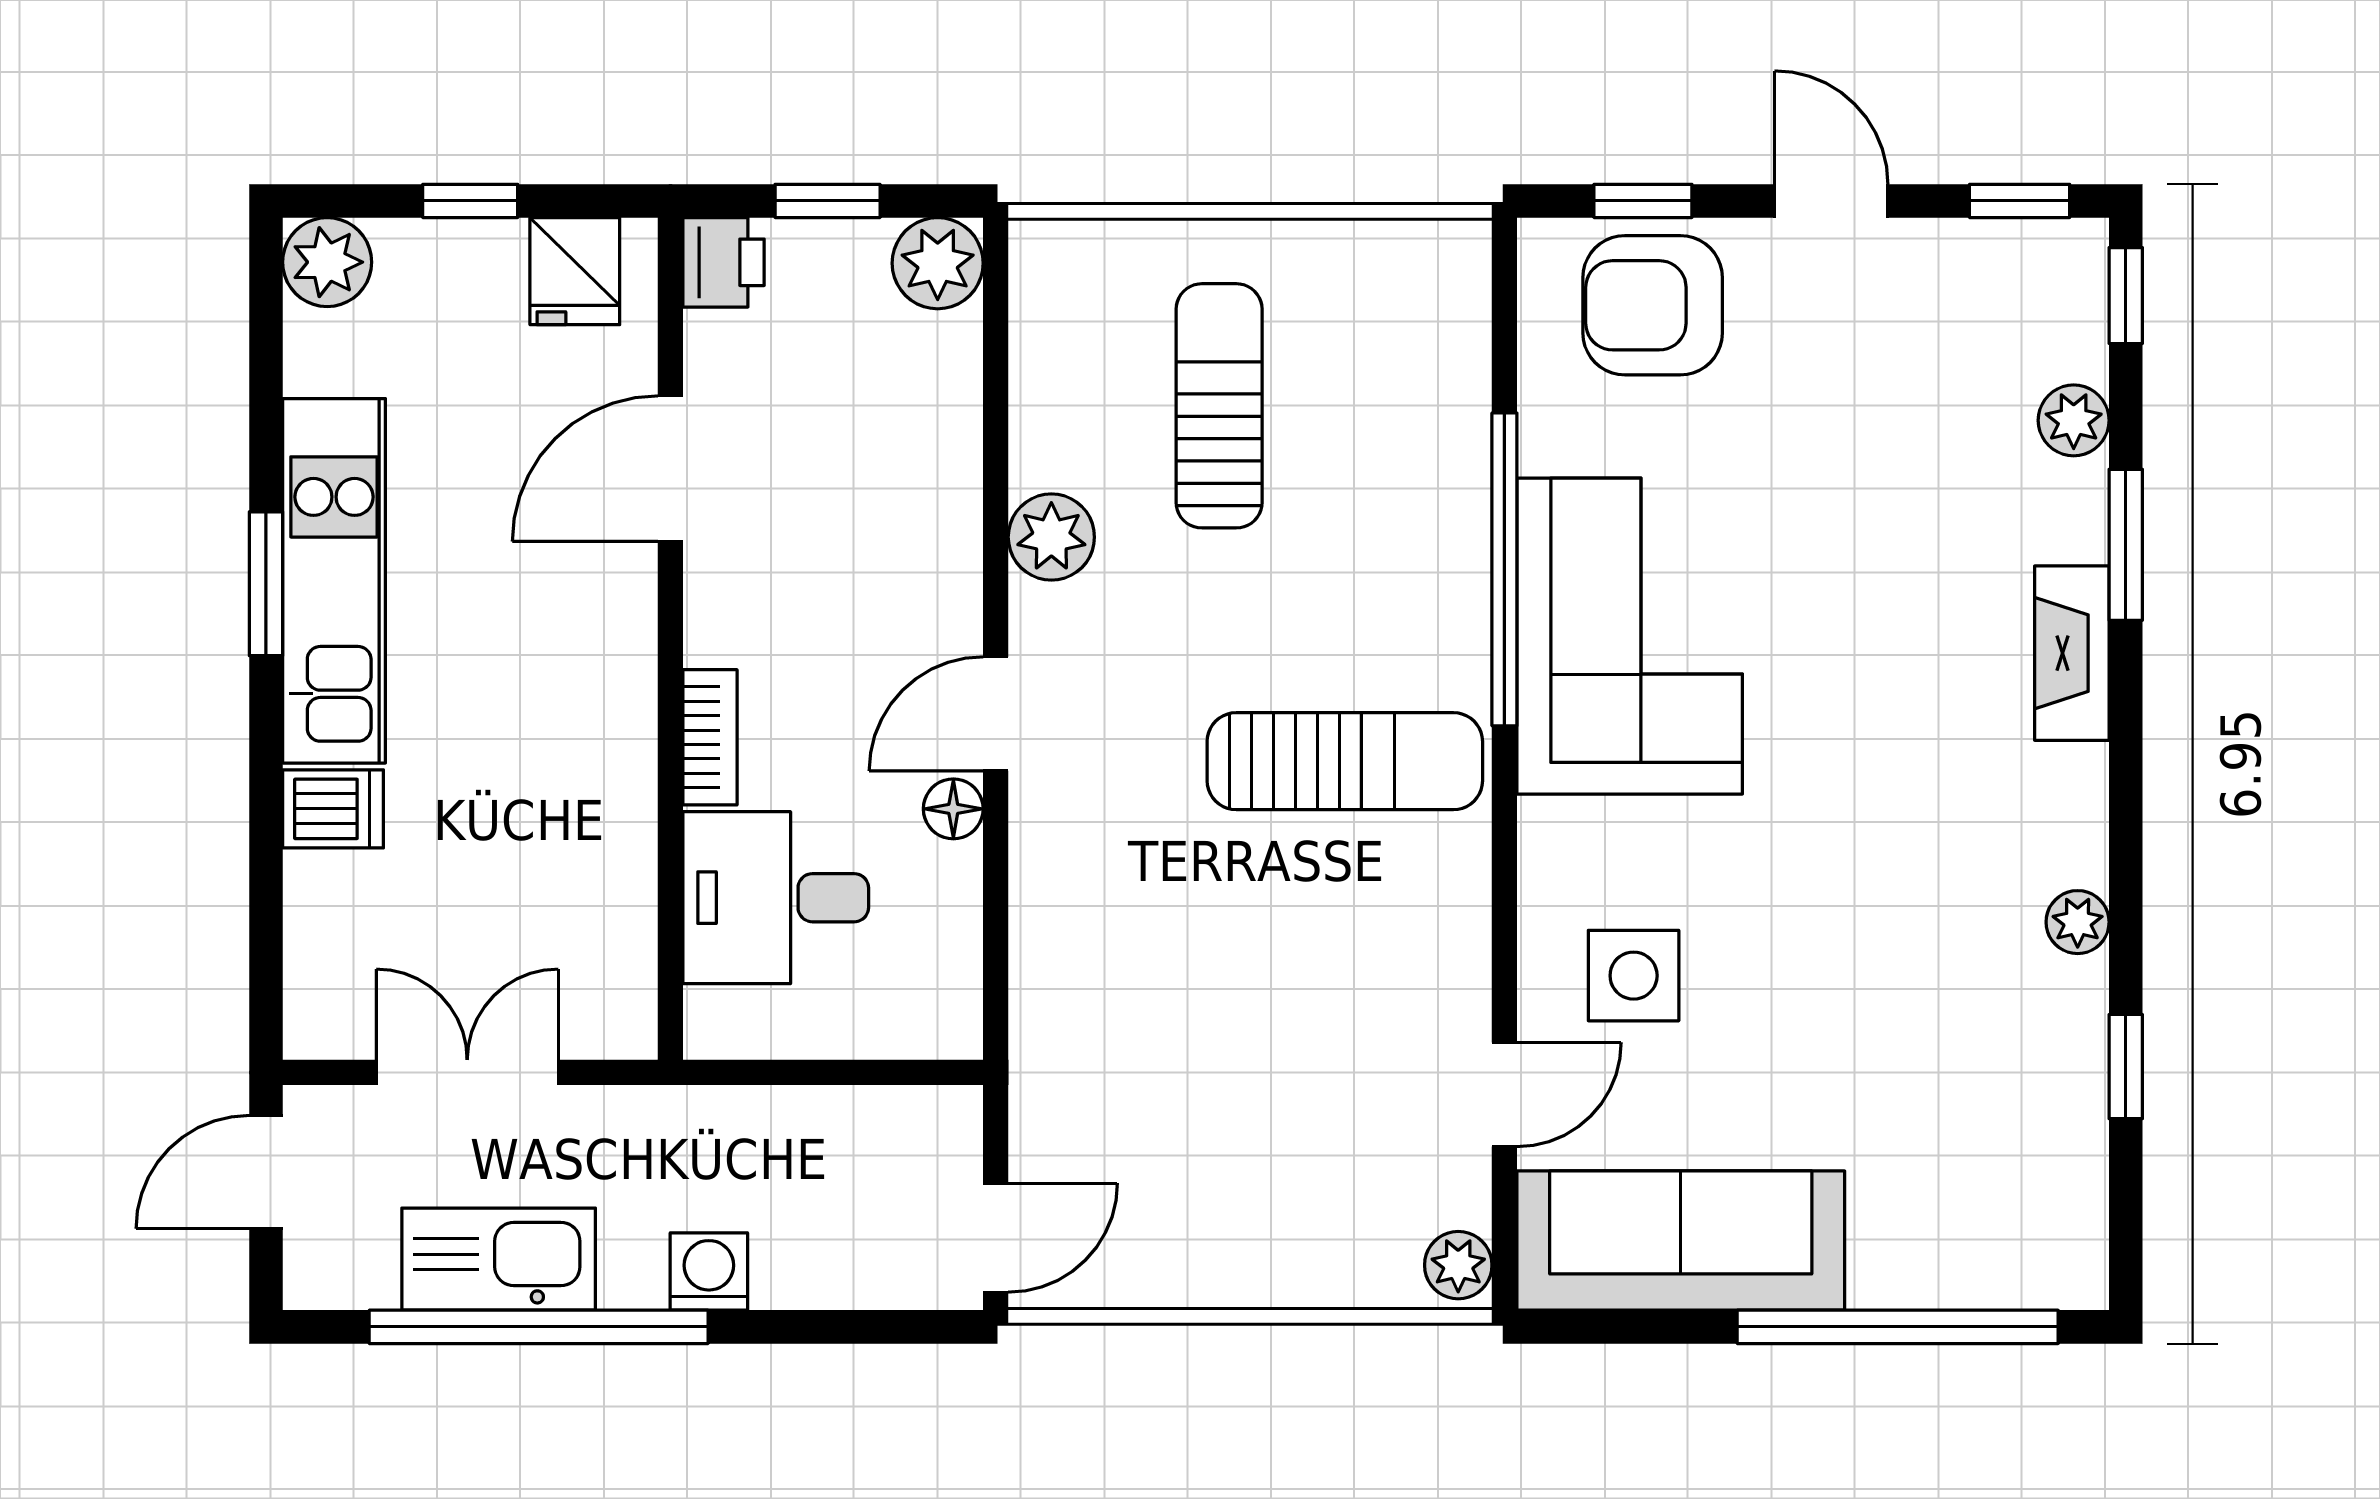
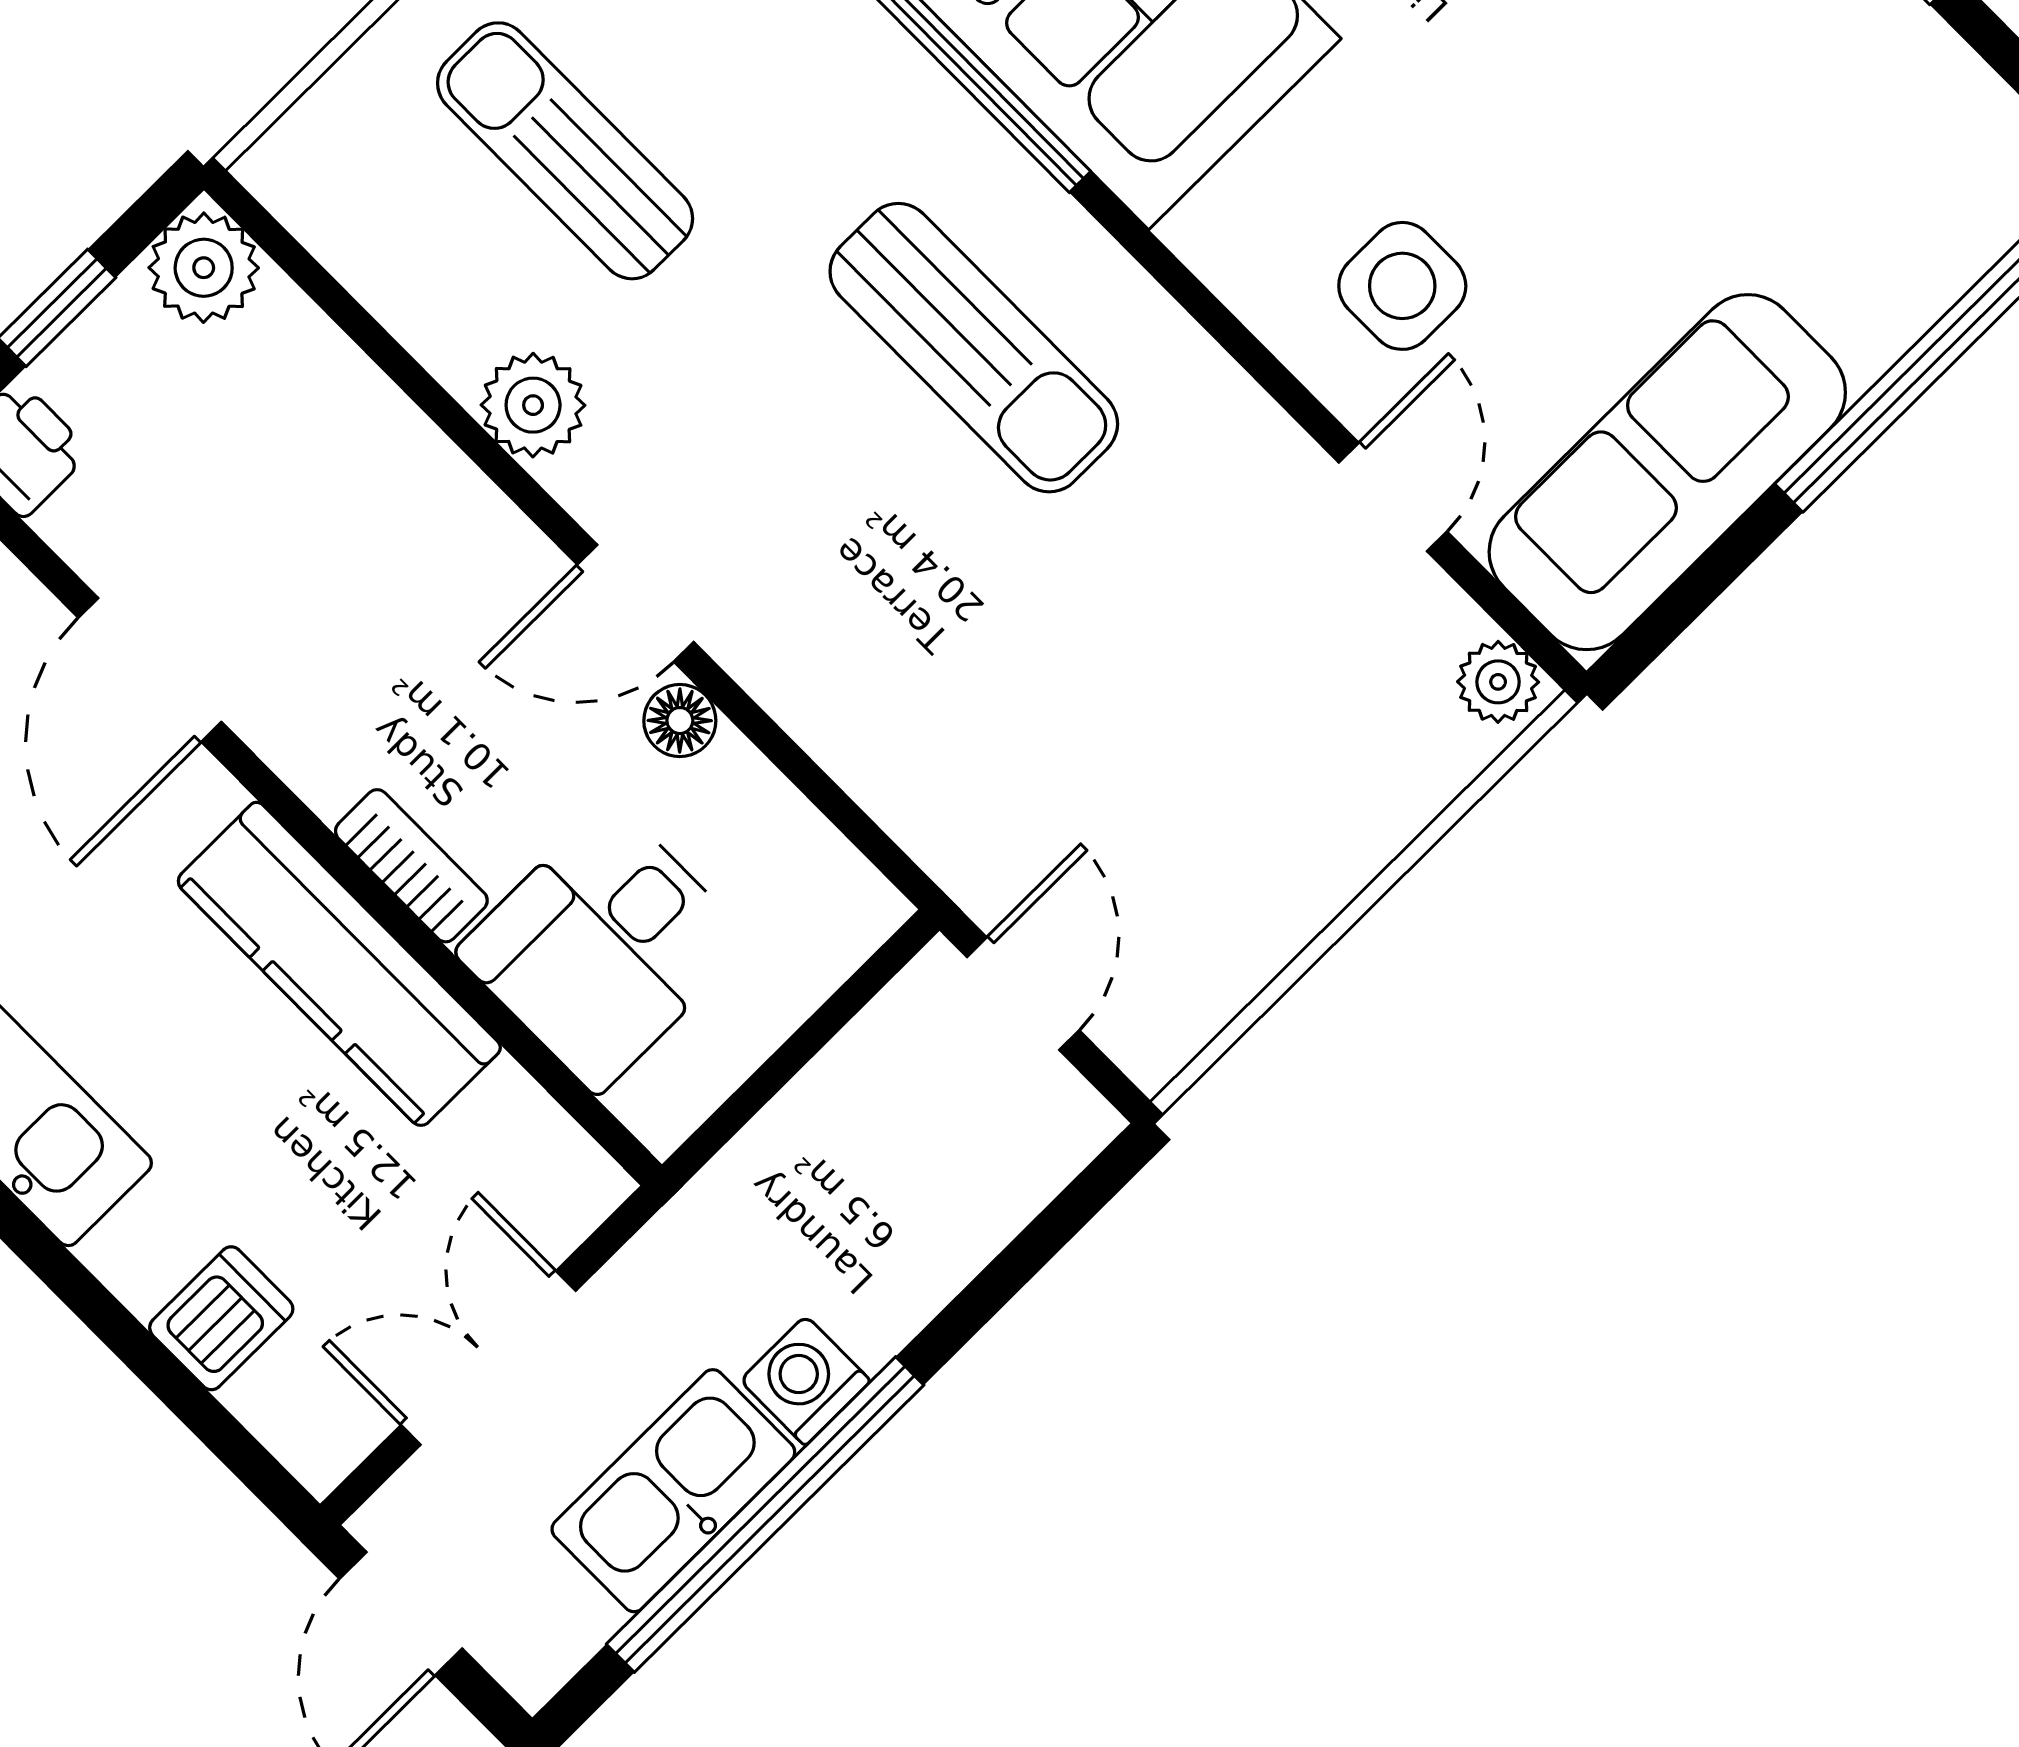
door: (996, 714) -> (635, 603), hinge flipped
kitchen counter: (609, 753) -> (339, 964), added
sun lounger: (1345, 761) -> (974, 348), turned 90
dishwasher: (333, 809) -> (221, 1318), moved
door: (996, 1238) -> (1023, 994), moved
washing machine: (709, 1271) -> (805, 1381), moved

